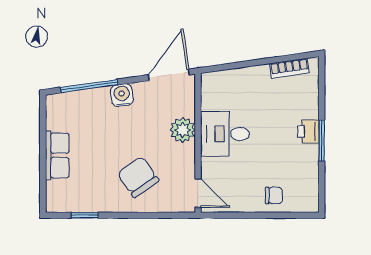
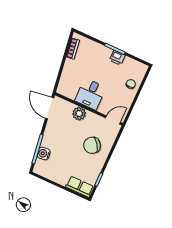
water cooler: (122, 95) -> (44, 154), moved
printer: (308, 131) -> (117, 58), moved
row of seats: (57, 155) -> (80, 187), moved

